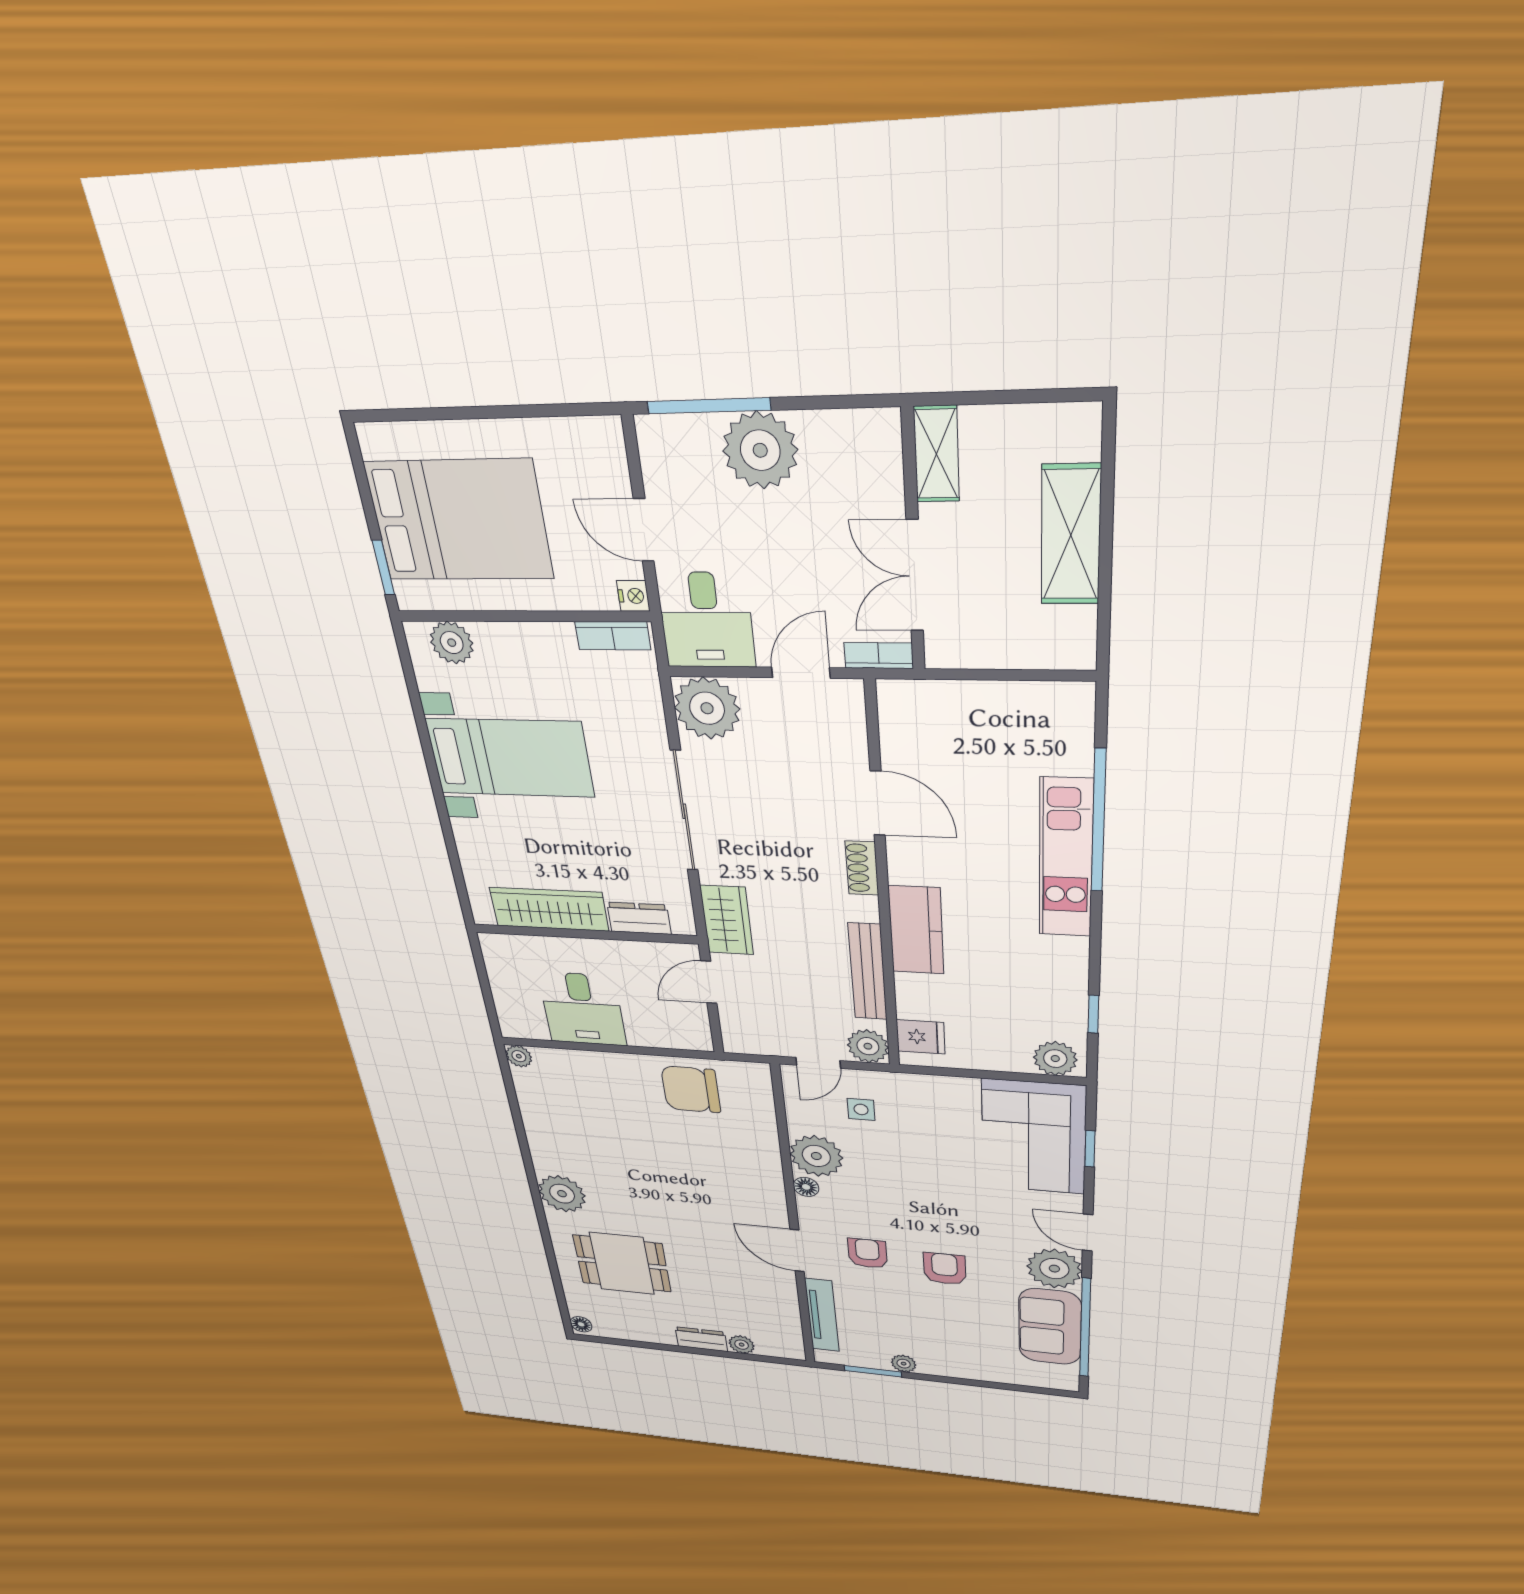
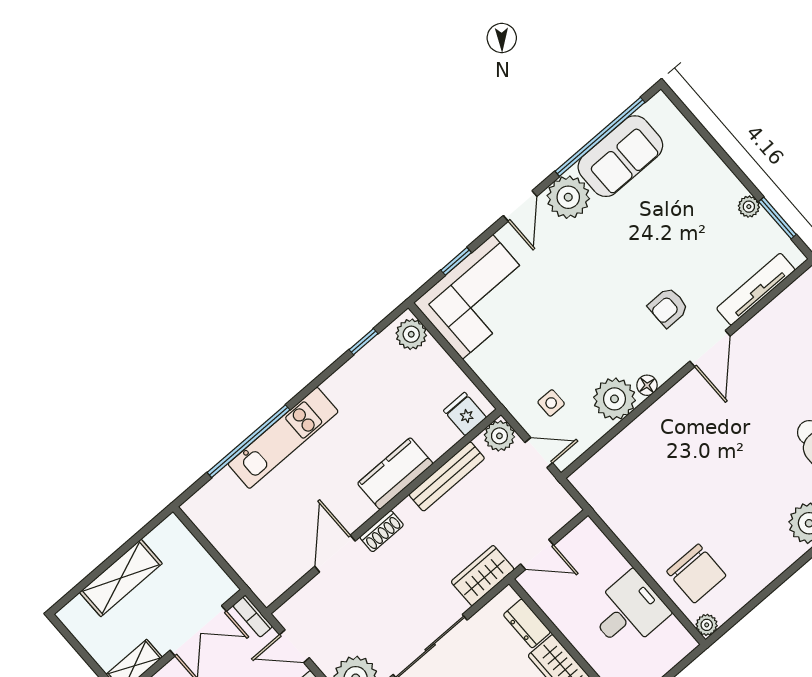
chair: (691, 1089) -> (696, 573), moved
armchair: (945, 1269) -> (634, 255), removed

